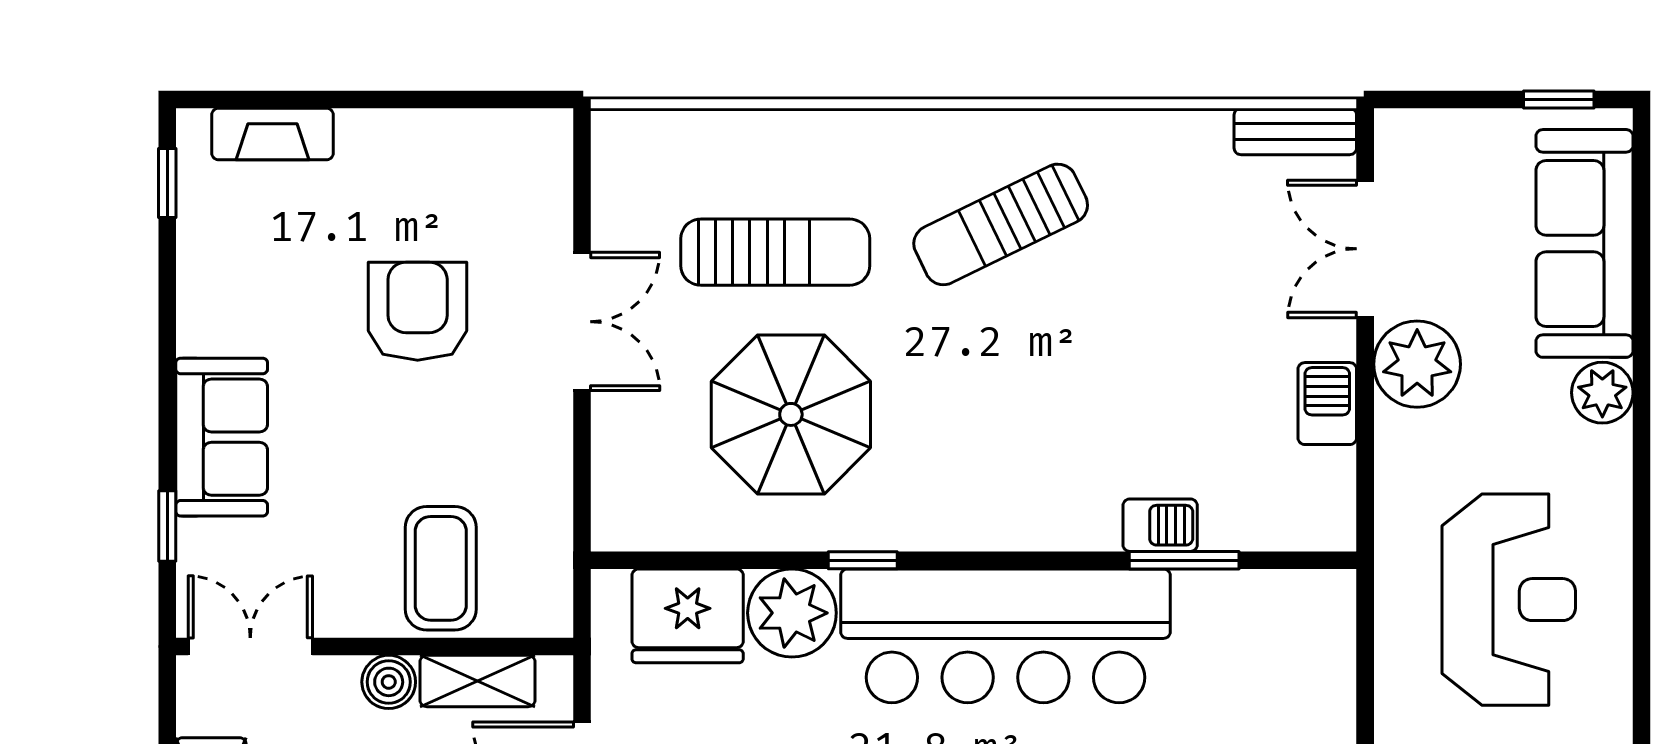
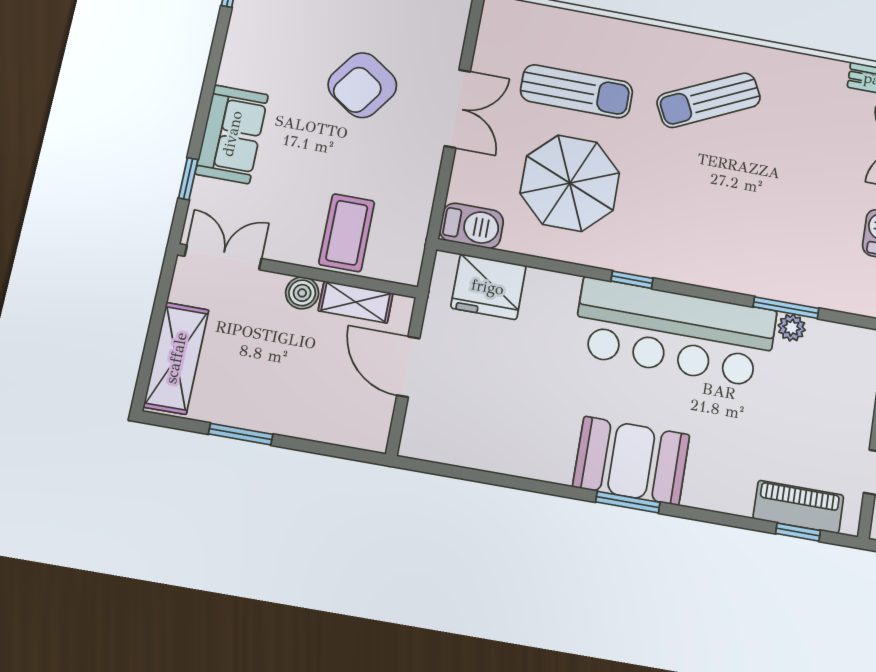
armchair: (418, 311) -> (362, 85), turned -145
barbecue: (1160, 525) -> (472, 226), moved, width x1.38, depth x1.27
window: (863, 560) -> (632, 280), moved
plant: (792, 613) -> (792, 328), moved, width x0.53, depth x0.53

